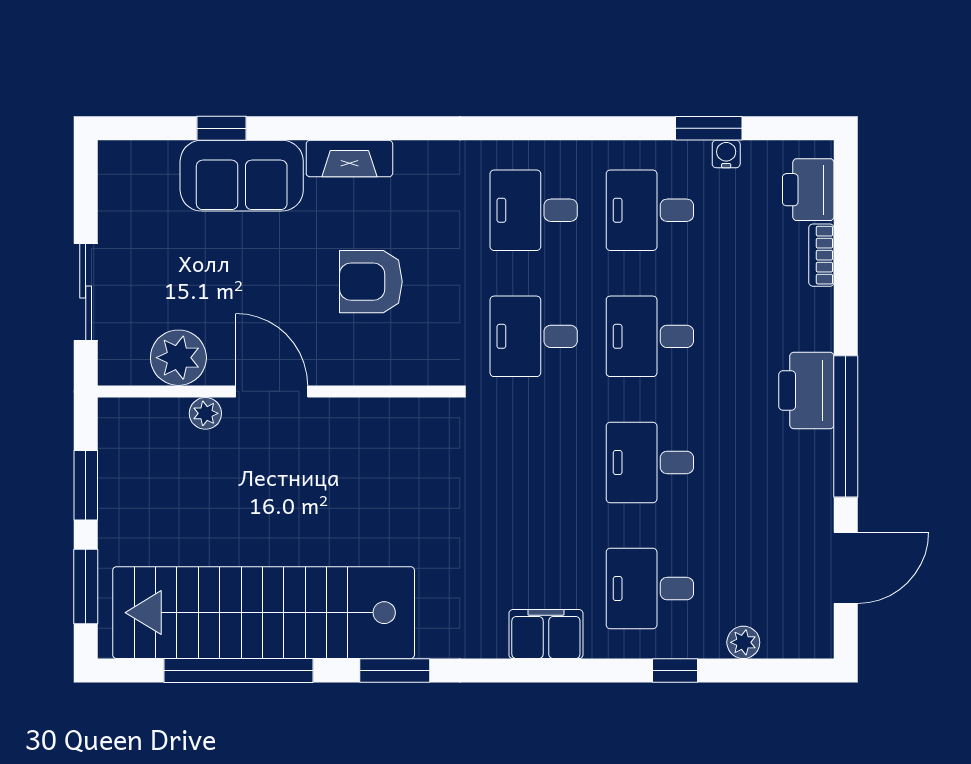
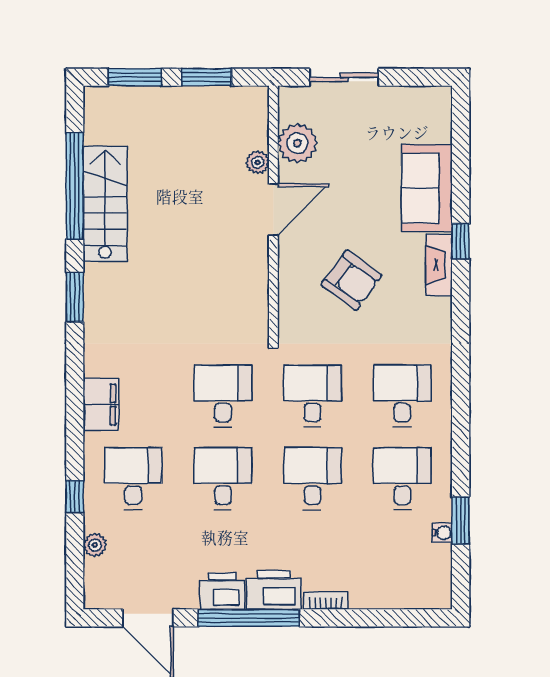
window: (221, 128) -> (461, 241), moved
printer: (808, 190) -> (222, 591), moved
bookcase: (821, 255) -> (326, 601), moved
armchair: (371, 282) -> (351, 280), turned 126
desk: (534, 462) -> (223, 396), added
stairs: (264, 613) -> (105, 204), width x0.54, depth x0.66

